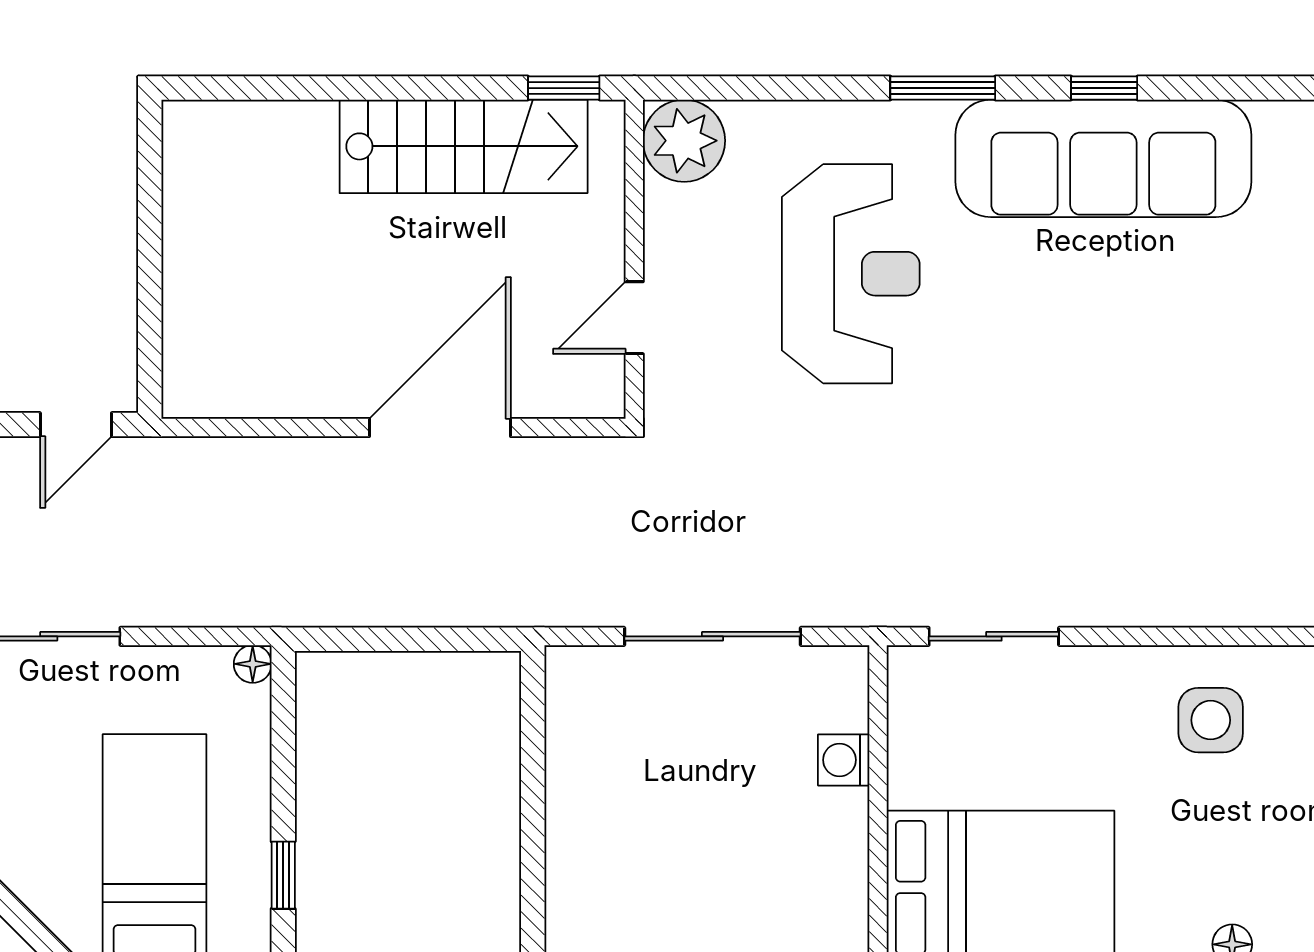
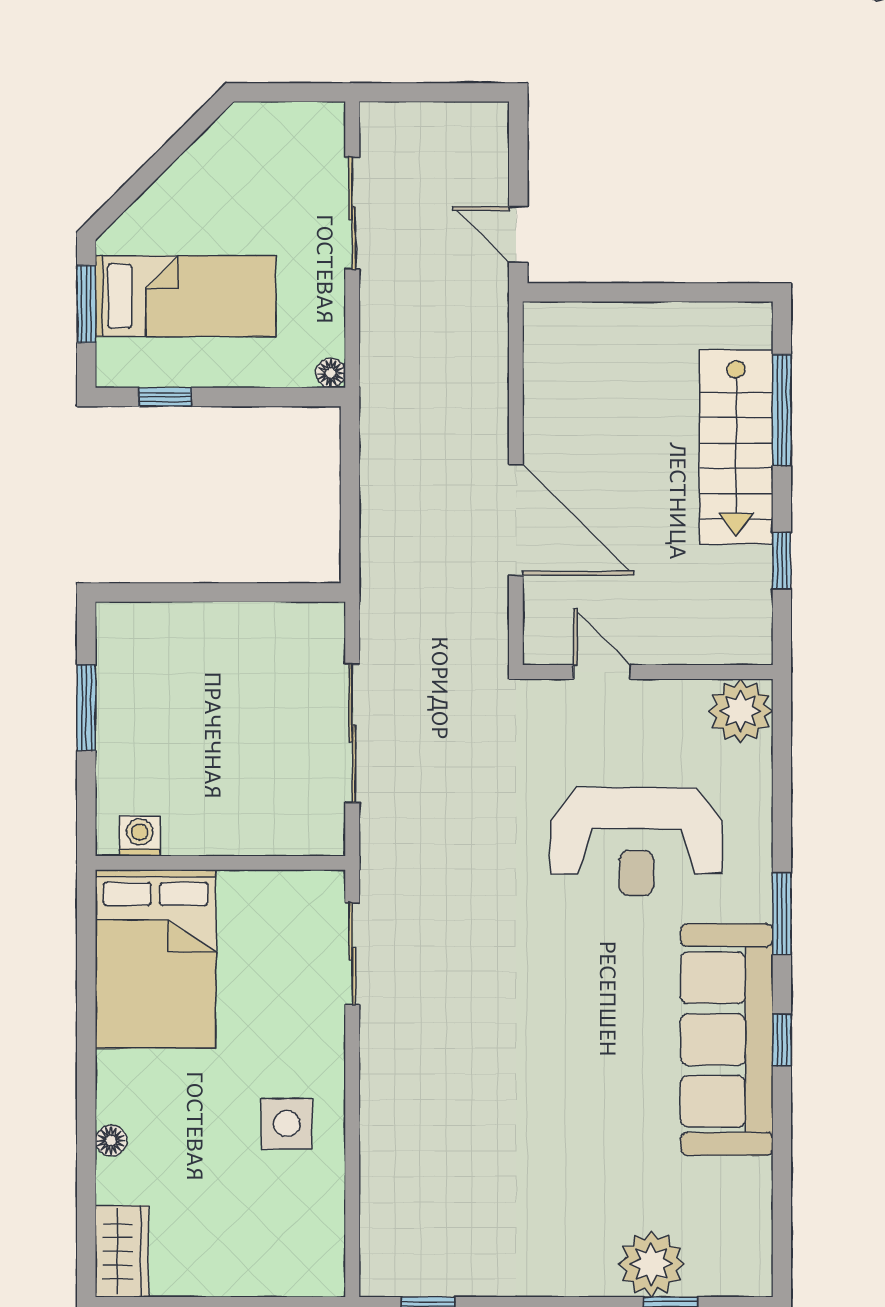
window: (300, 88) -> (782, 410), added
window: (564, 88) -> (782, 561), moved
stairs: (464, 146) -> (736, 447), moved
washing machine: (844, 760) -> (140, 836), moved

